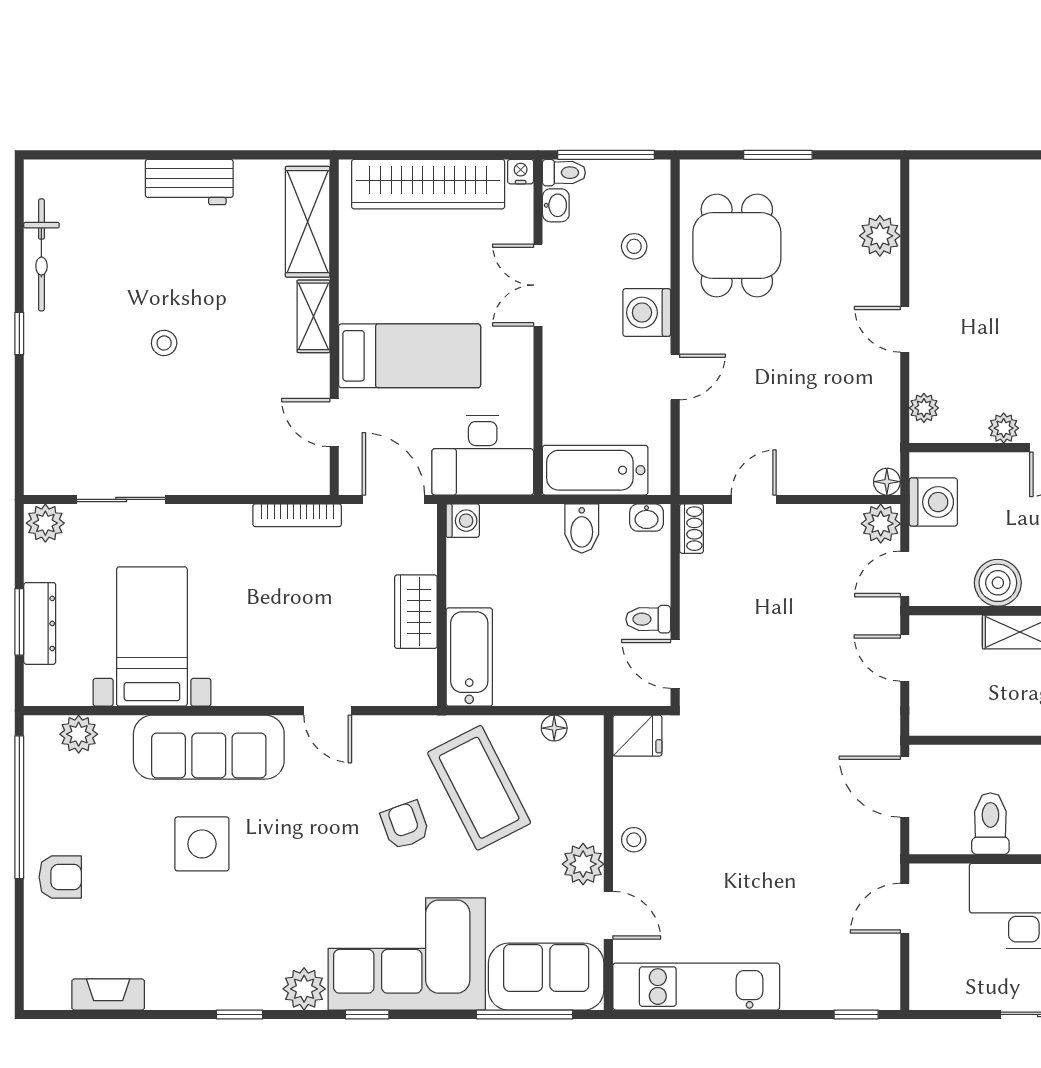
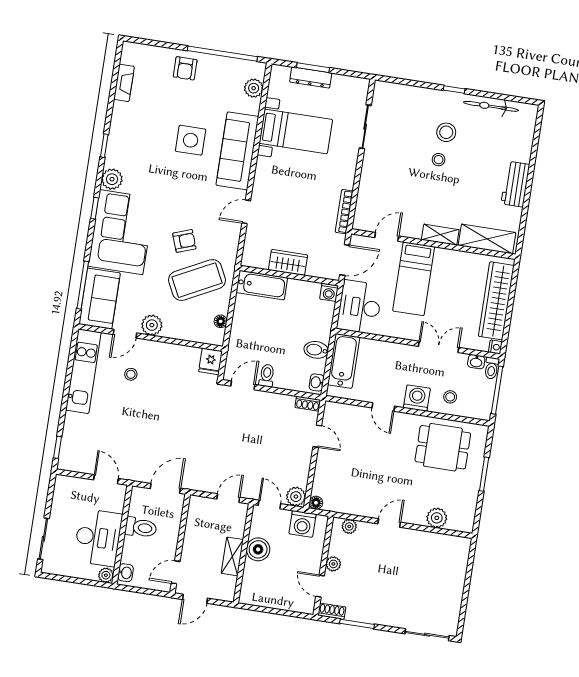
stool: (107, 336) -> (446, 132), added
plant: (45, 523) -> (359, 88), removed
stool: (634, 840) -> (131, 374), moved

